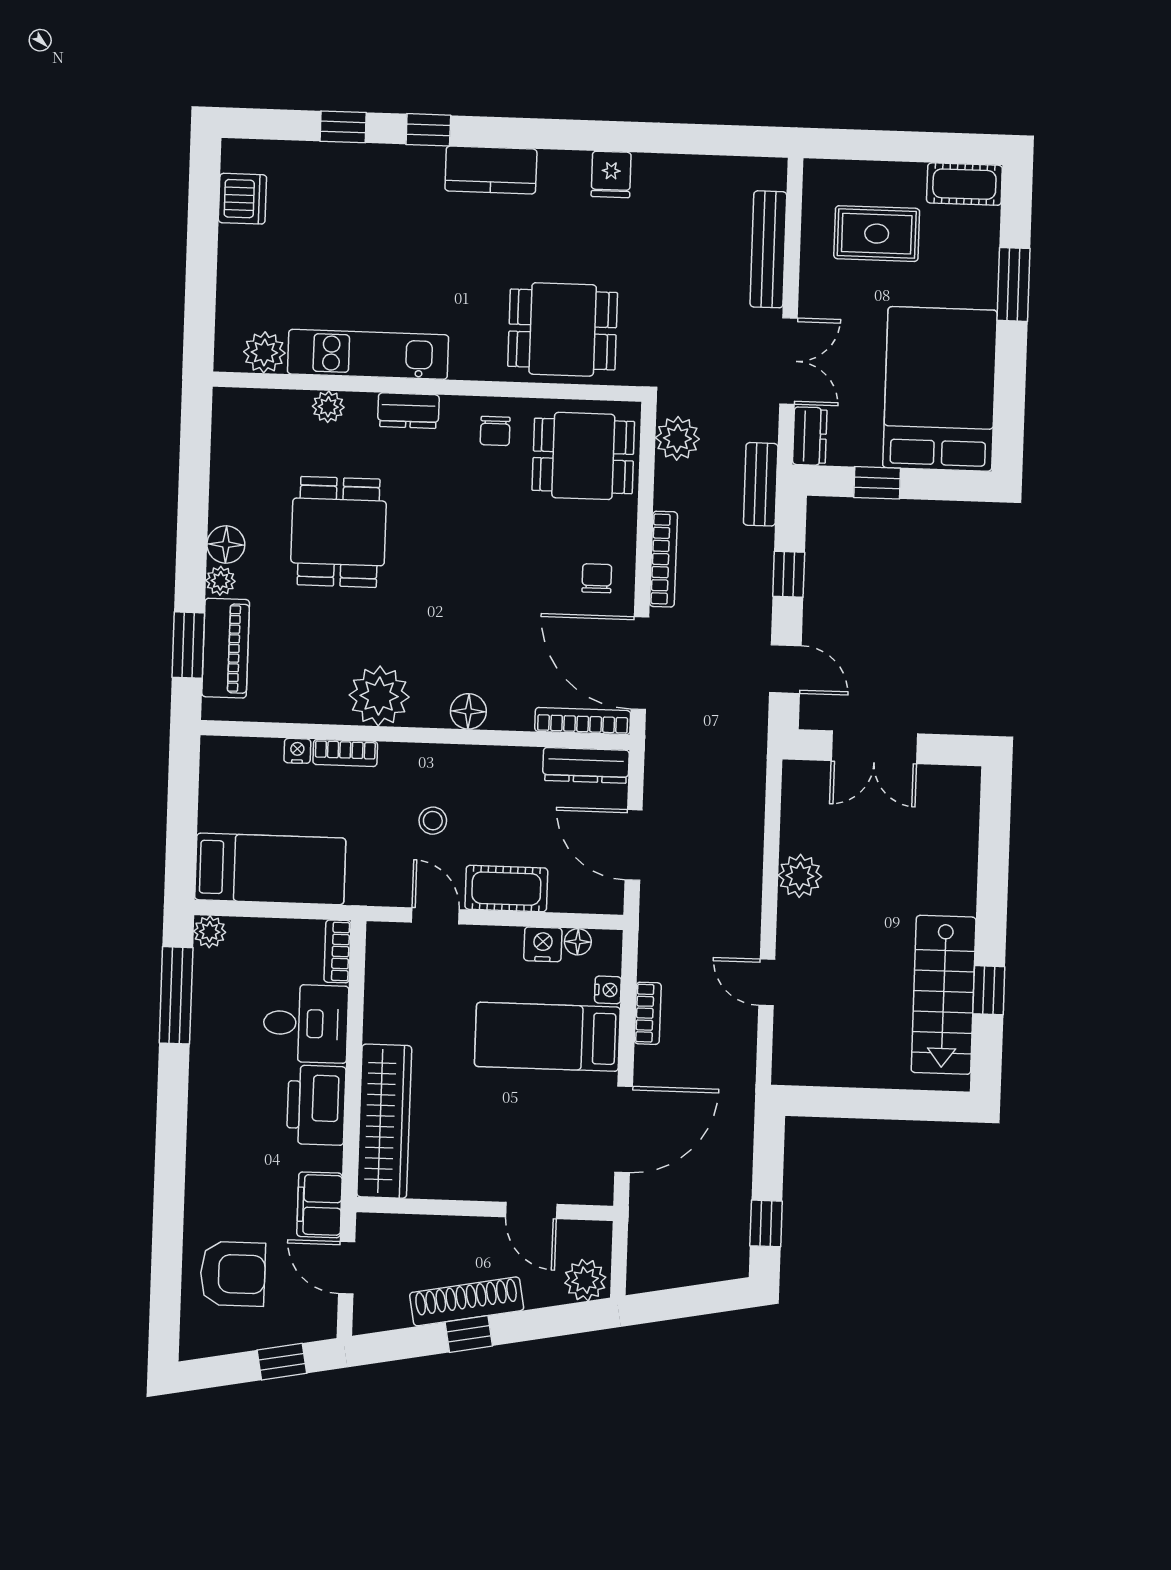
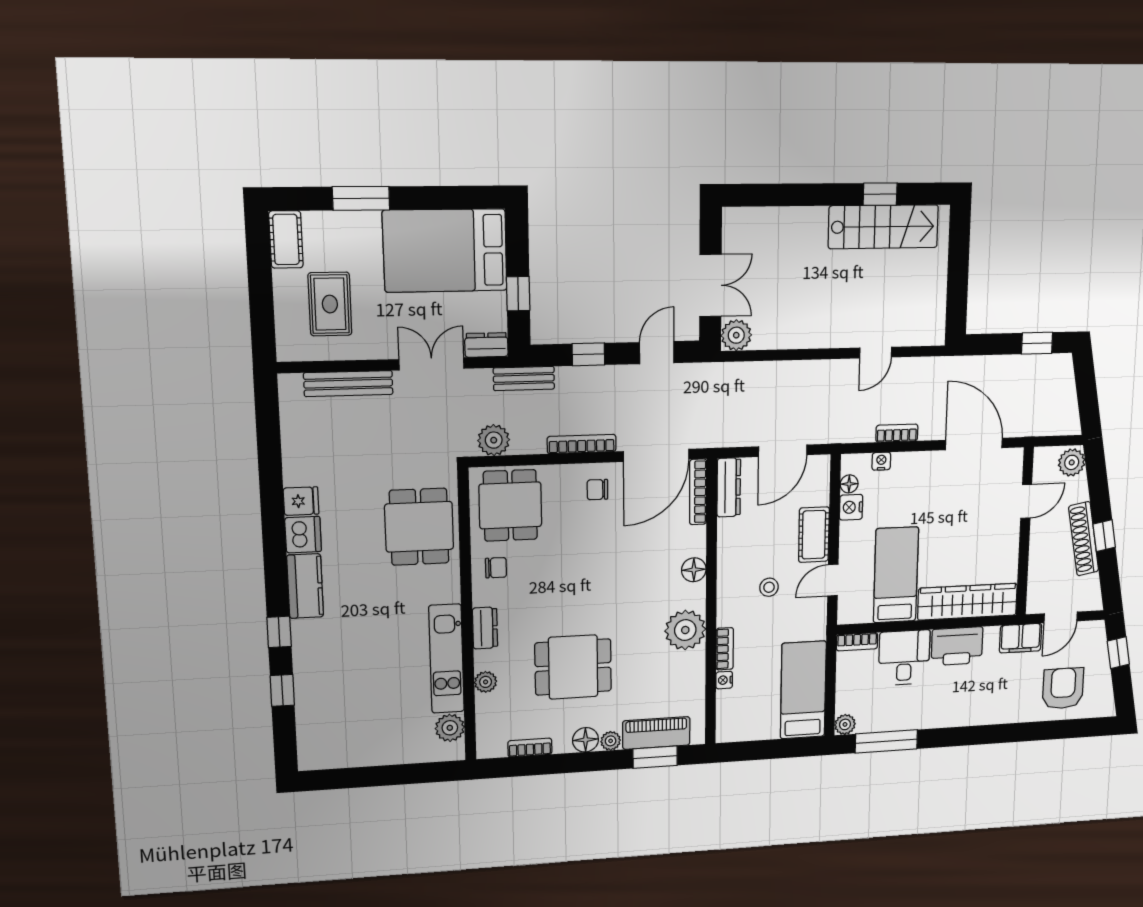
dishwasher: (242, 199) -> (303, 535), moved, turned 90
bookcase: (222, 464) -> (530, 748), added
plant: (800, 876) -> (736, 335), moved
bed: (547, 1037) -> (896, 575), moved, turned 180

